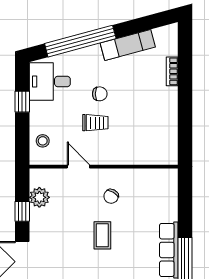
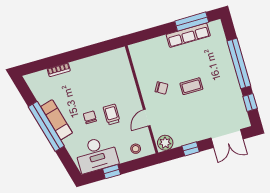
window: (80, 41) -> (46, 126), moved
exam couch: (128, 45) -> (56, 120), moved
desk: (50, 81) -> (96, 154), width x1.37
plant: (39, 197) -> (165, 143), moved

